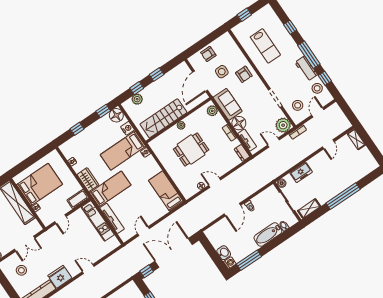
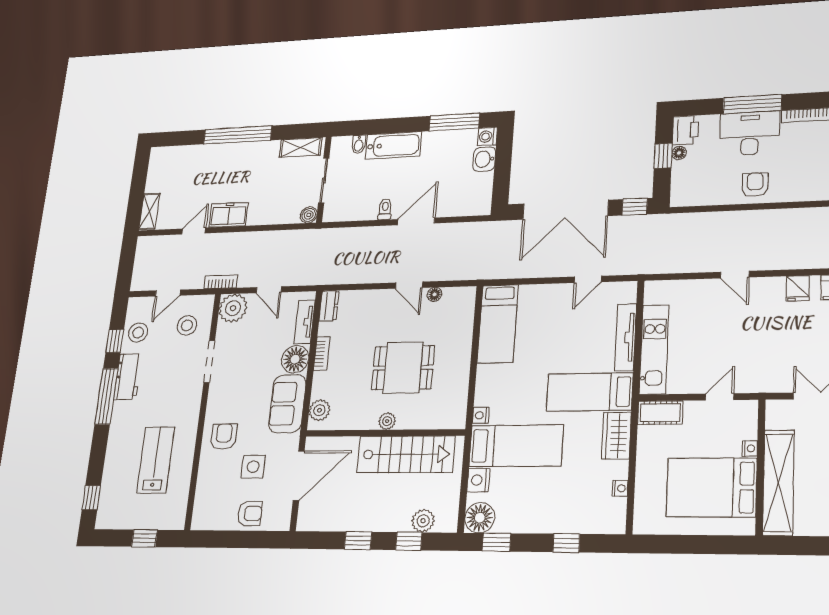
window: (290, 27) -> (91, 498), moved
freezer: (301, 172) -> (229, 215), moved
fridge: (60, 277) -> (798, 288), width x0.53, depth x0.75

